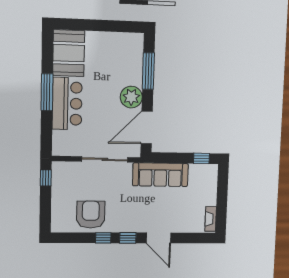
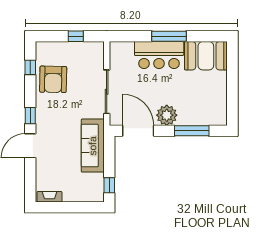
window: (46, 178) -> (76, 36), moved
armchair: (91, 215) -> (53, 79), turned 91
window: (103, 238) -> (30, 67), moved

